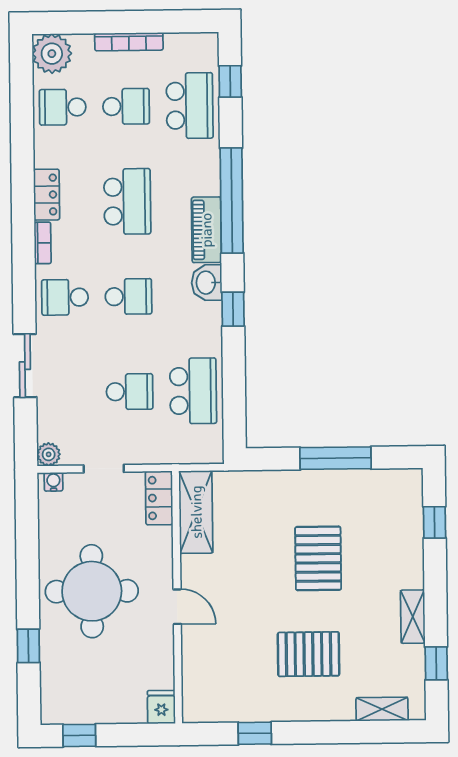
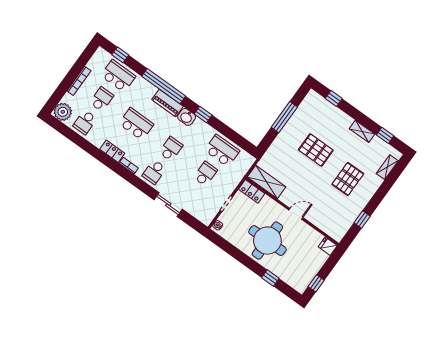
plant: (49, 454) -> (207, 220), removed

